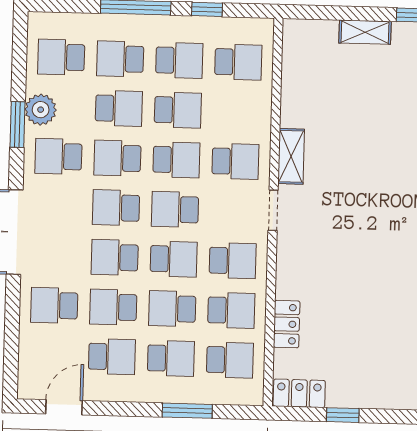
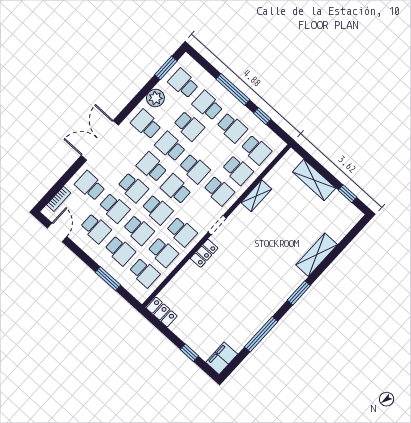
shelving: (365, 32) -> (314, 180), width x1.50, depth x1.33
school desk: (178, 110) -> (238, 170), moved
window: (18, 125) -> (166, 68), moved
shelving: (291, 156) -> (256, 196), moved
school desk: (115, 257) -> (133, 187), turned 180
school desk: (113, 307) -> (114, 208), turned 180
school desk: (172, 309) -> (139, 230), turned 180
locker: (287, 324) -> (204, 253), moved
bookcase: (27, 360) -> (59, 199), added
door: (64, 407) -> (57, 232), hinge flipped
window: (343, 415) -> (189, 353), moved

